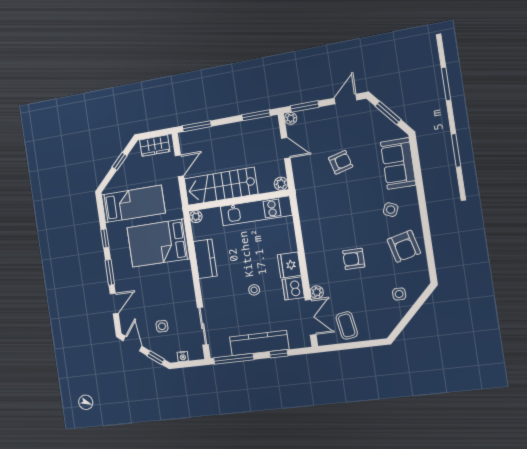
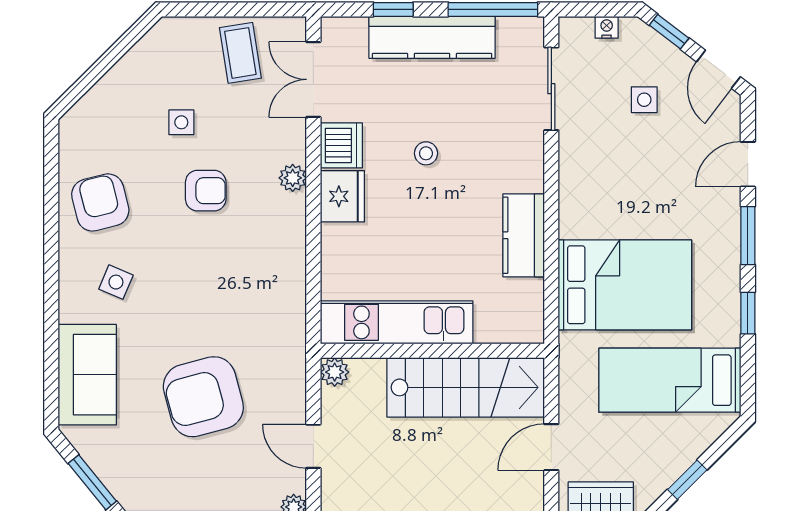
armchair: (341, 162) -> (203, 397), width x1.88, depth x1.88
plant: (196, 217) -> (531, 330), removed
plant: (317, 292) -> (293, 178), moved
side table: (399, 294) -> (181, 122), moved

